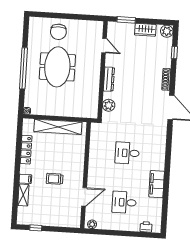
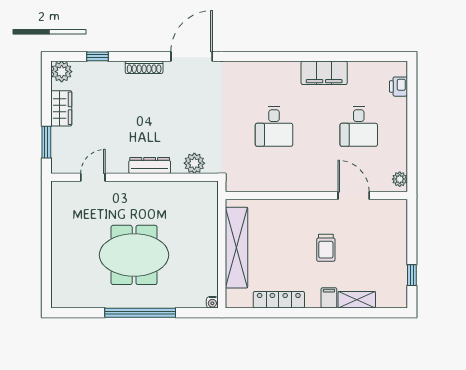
chair: (58, 32) -> (74, 257), removed

